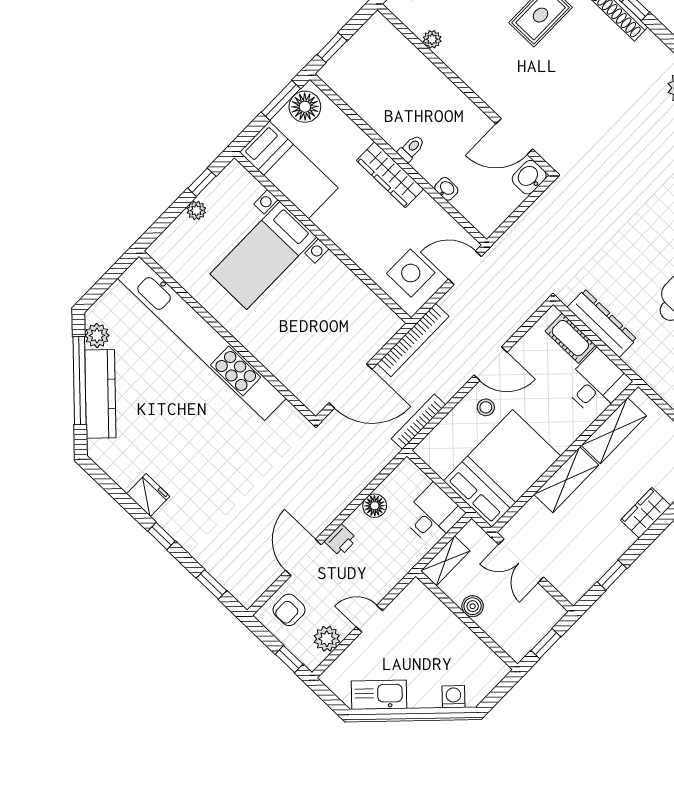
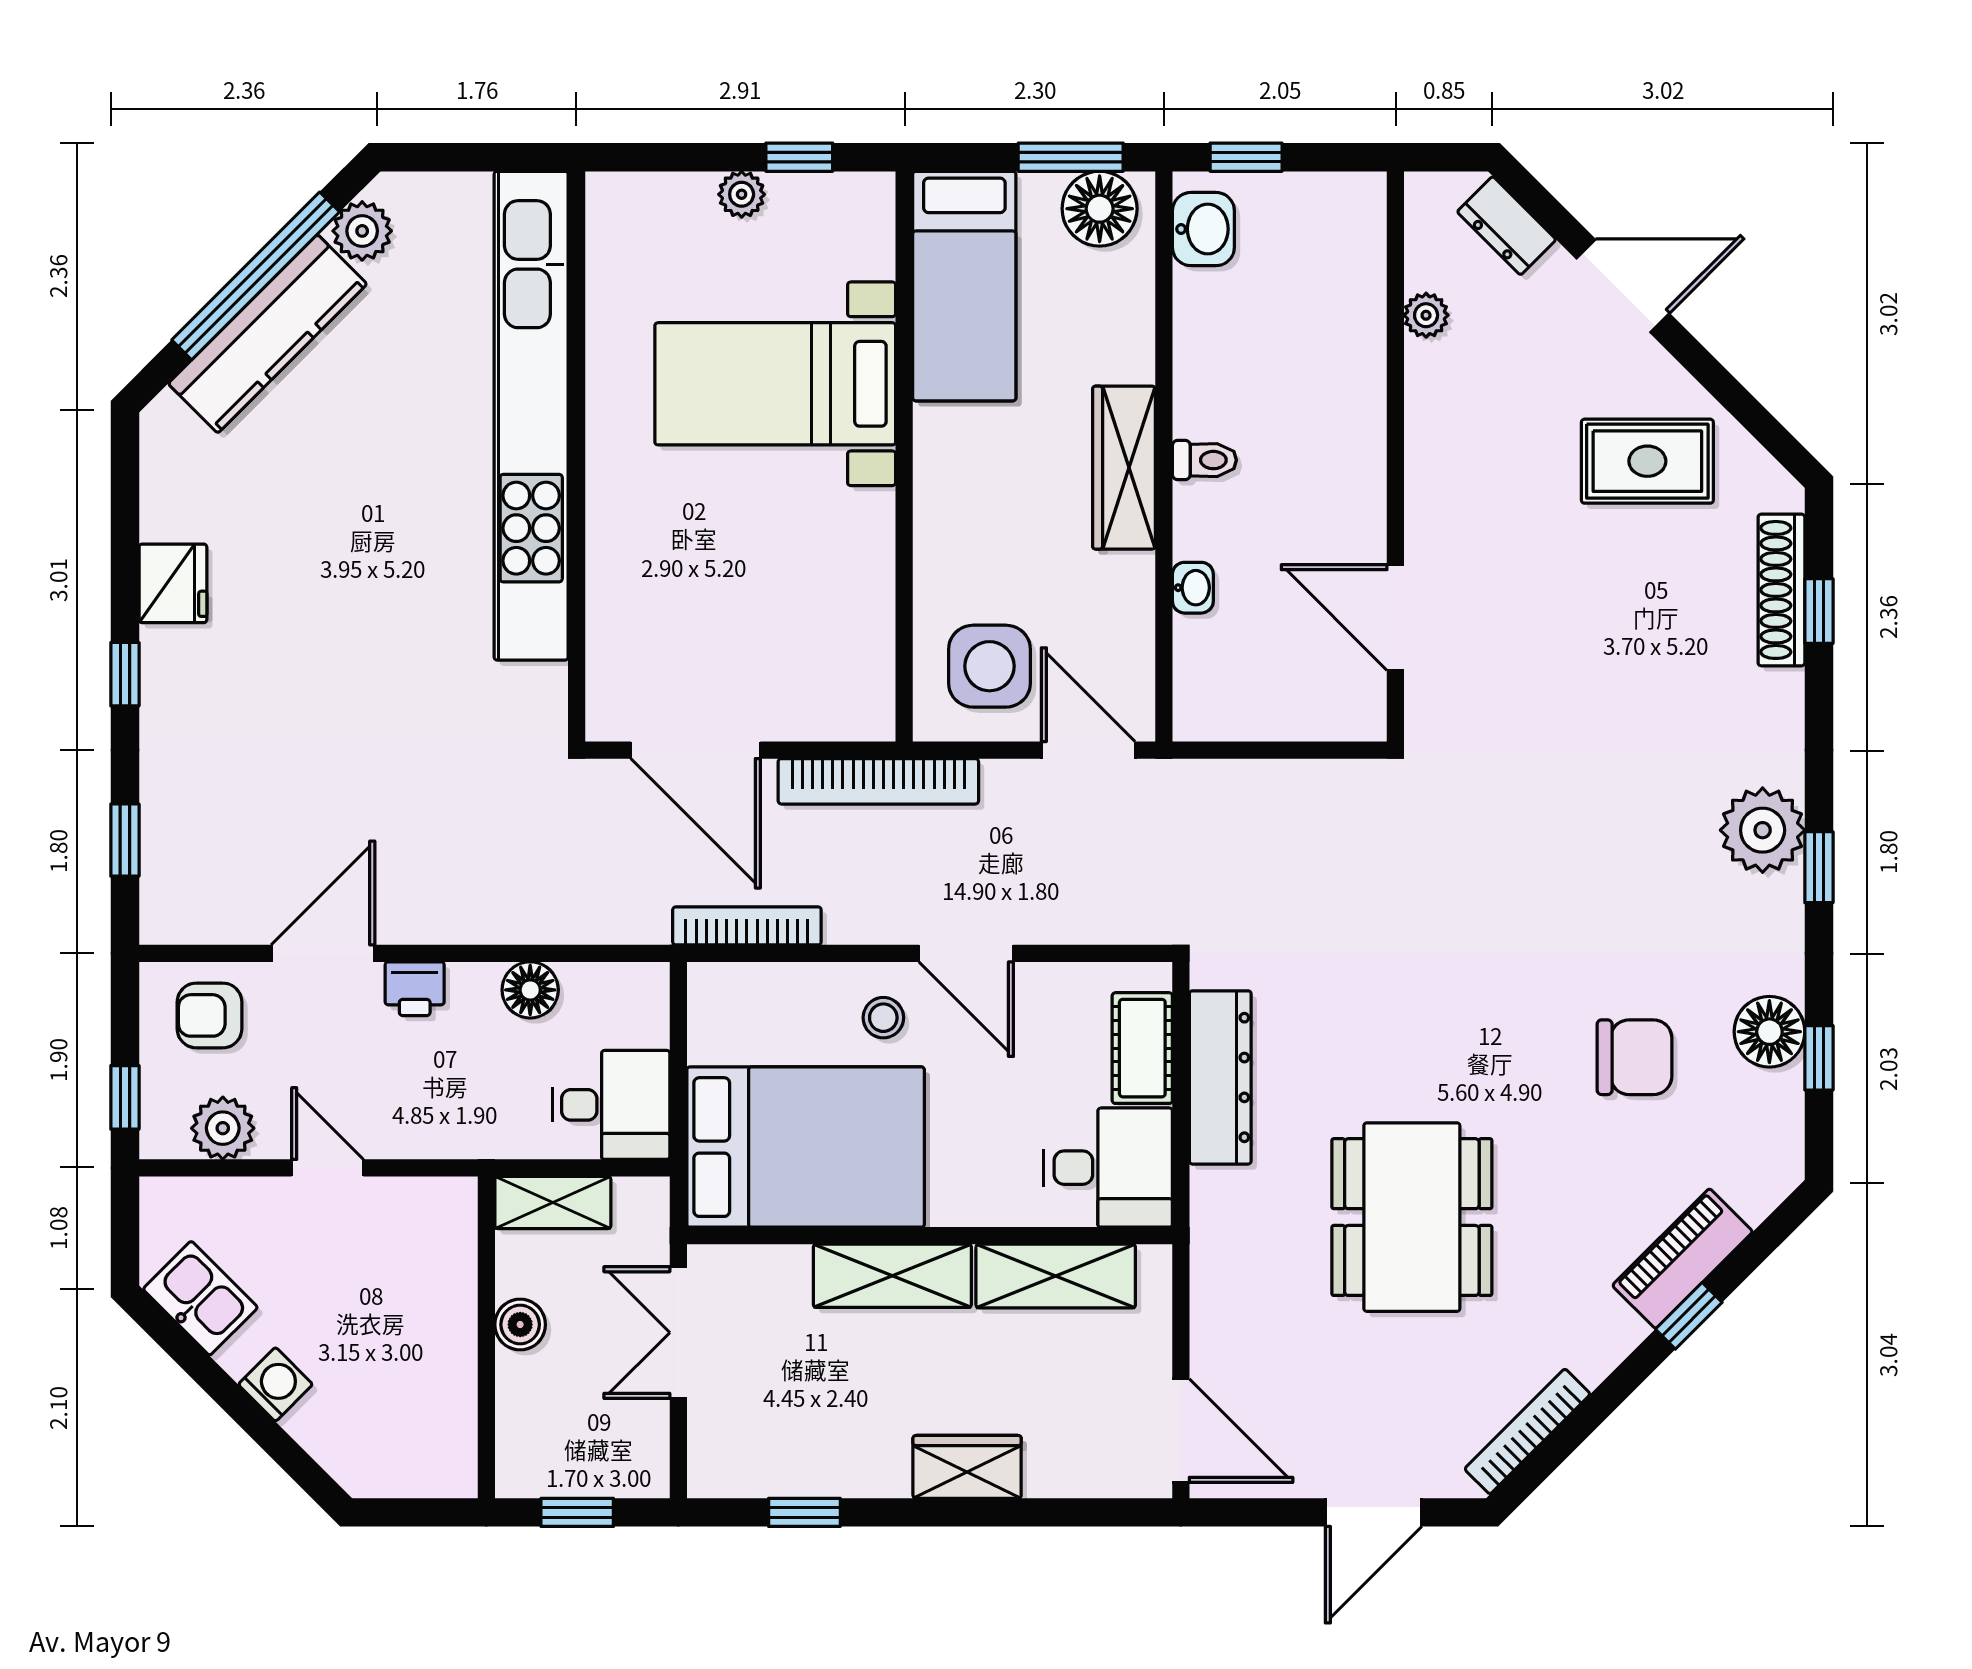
washbasin: (529, 177) -> (1203, 229), moved, turned 90
kitchen sink: (379, 695) -> (200, 1298), width x0.73
washing machine: (453, 697) -> (275, 1384), moved

